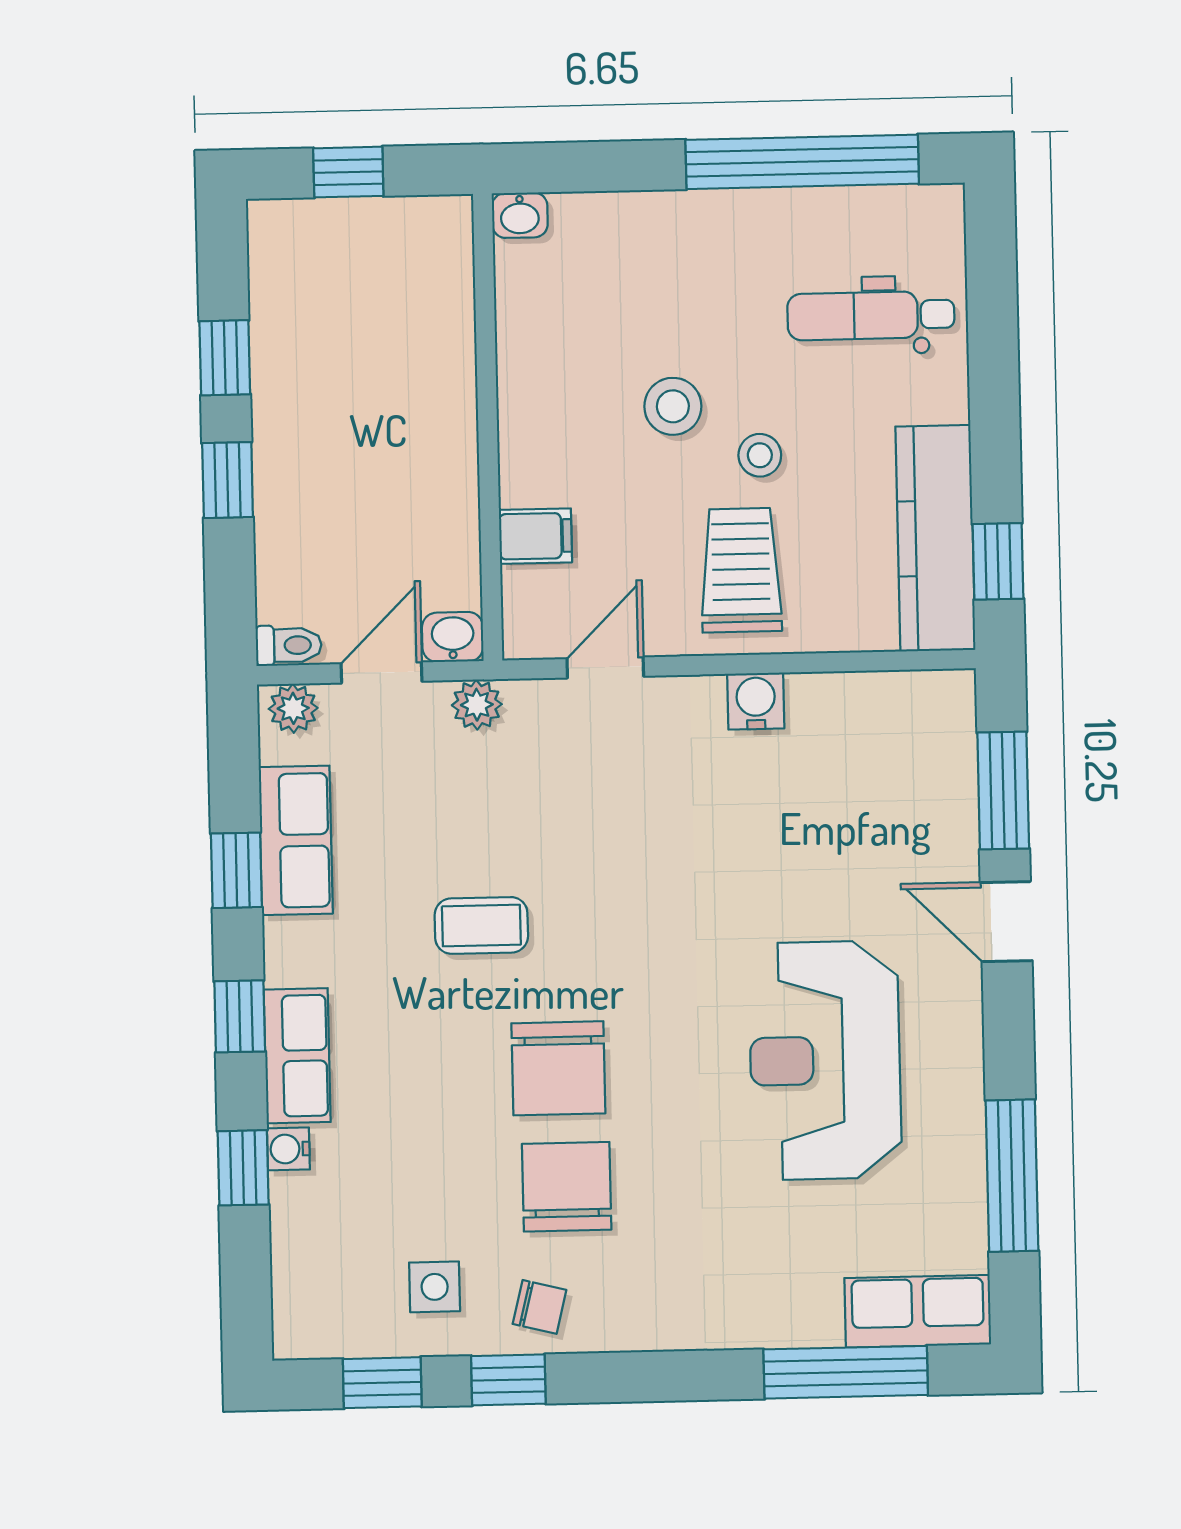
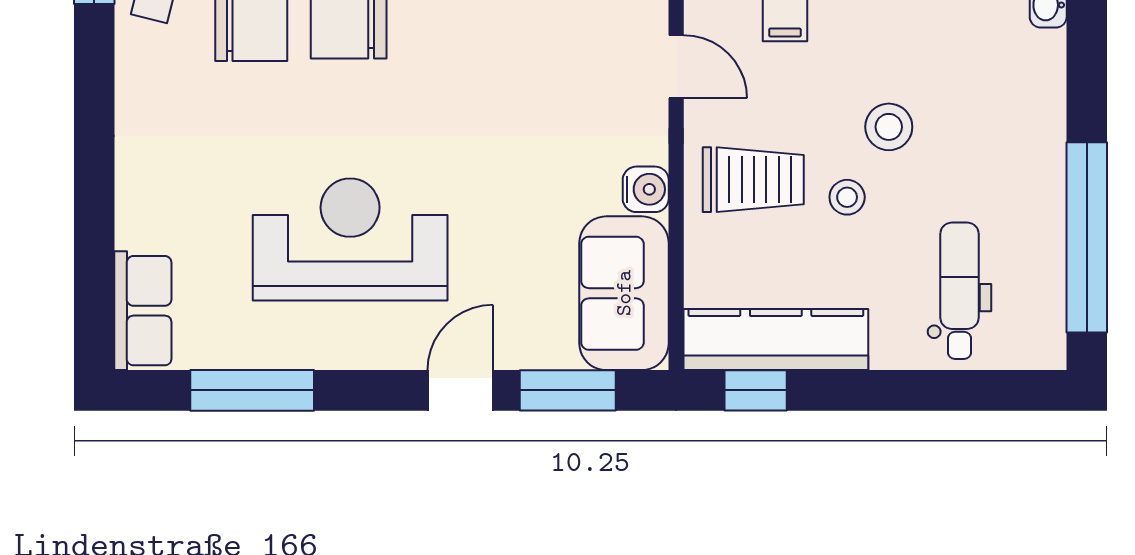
sofa: (883, 725) -> (624, 293), added
window: (846, 1372) -> (94, 251), removed

